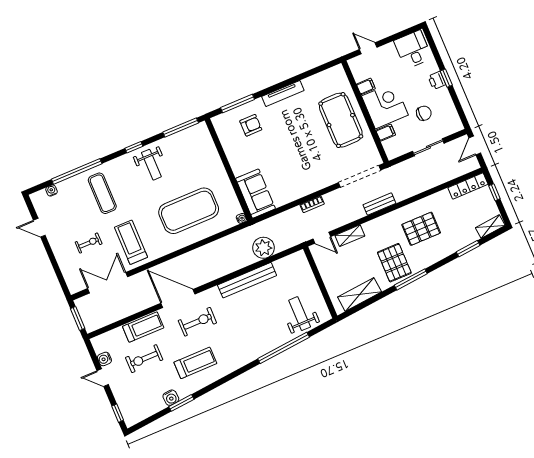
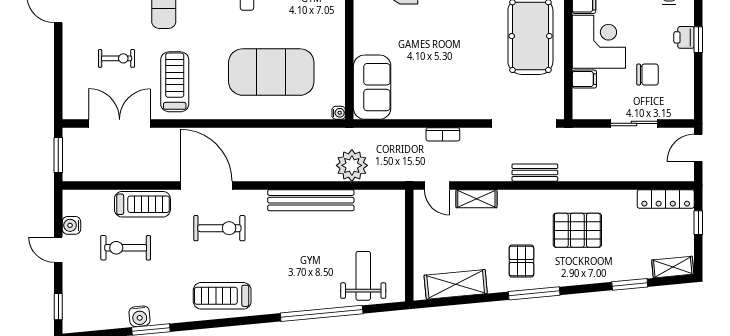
pallet: (394, 263) -> (521, 261), width x0.67, depth x0.71
treadmill: (195, 363) -> (222, 296), moved, turned 180

